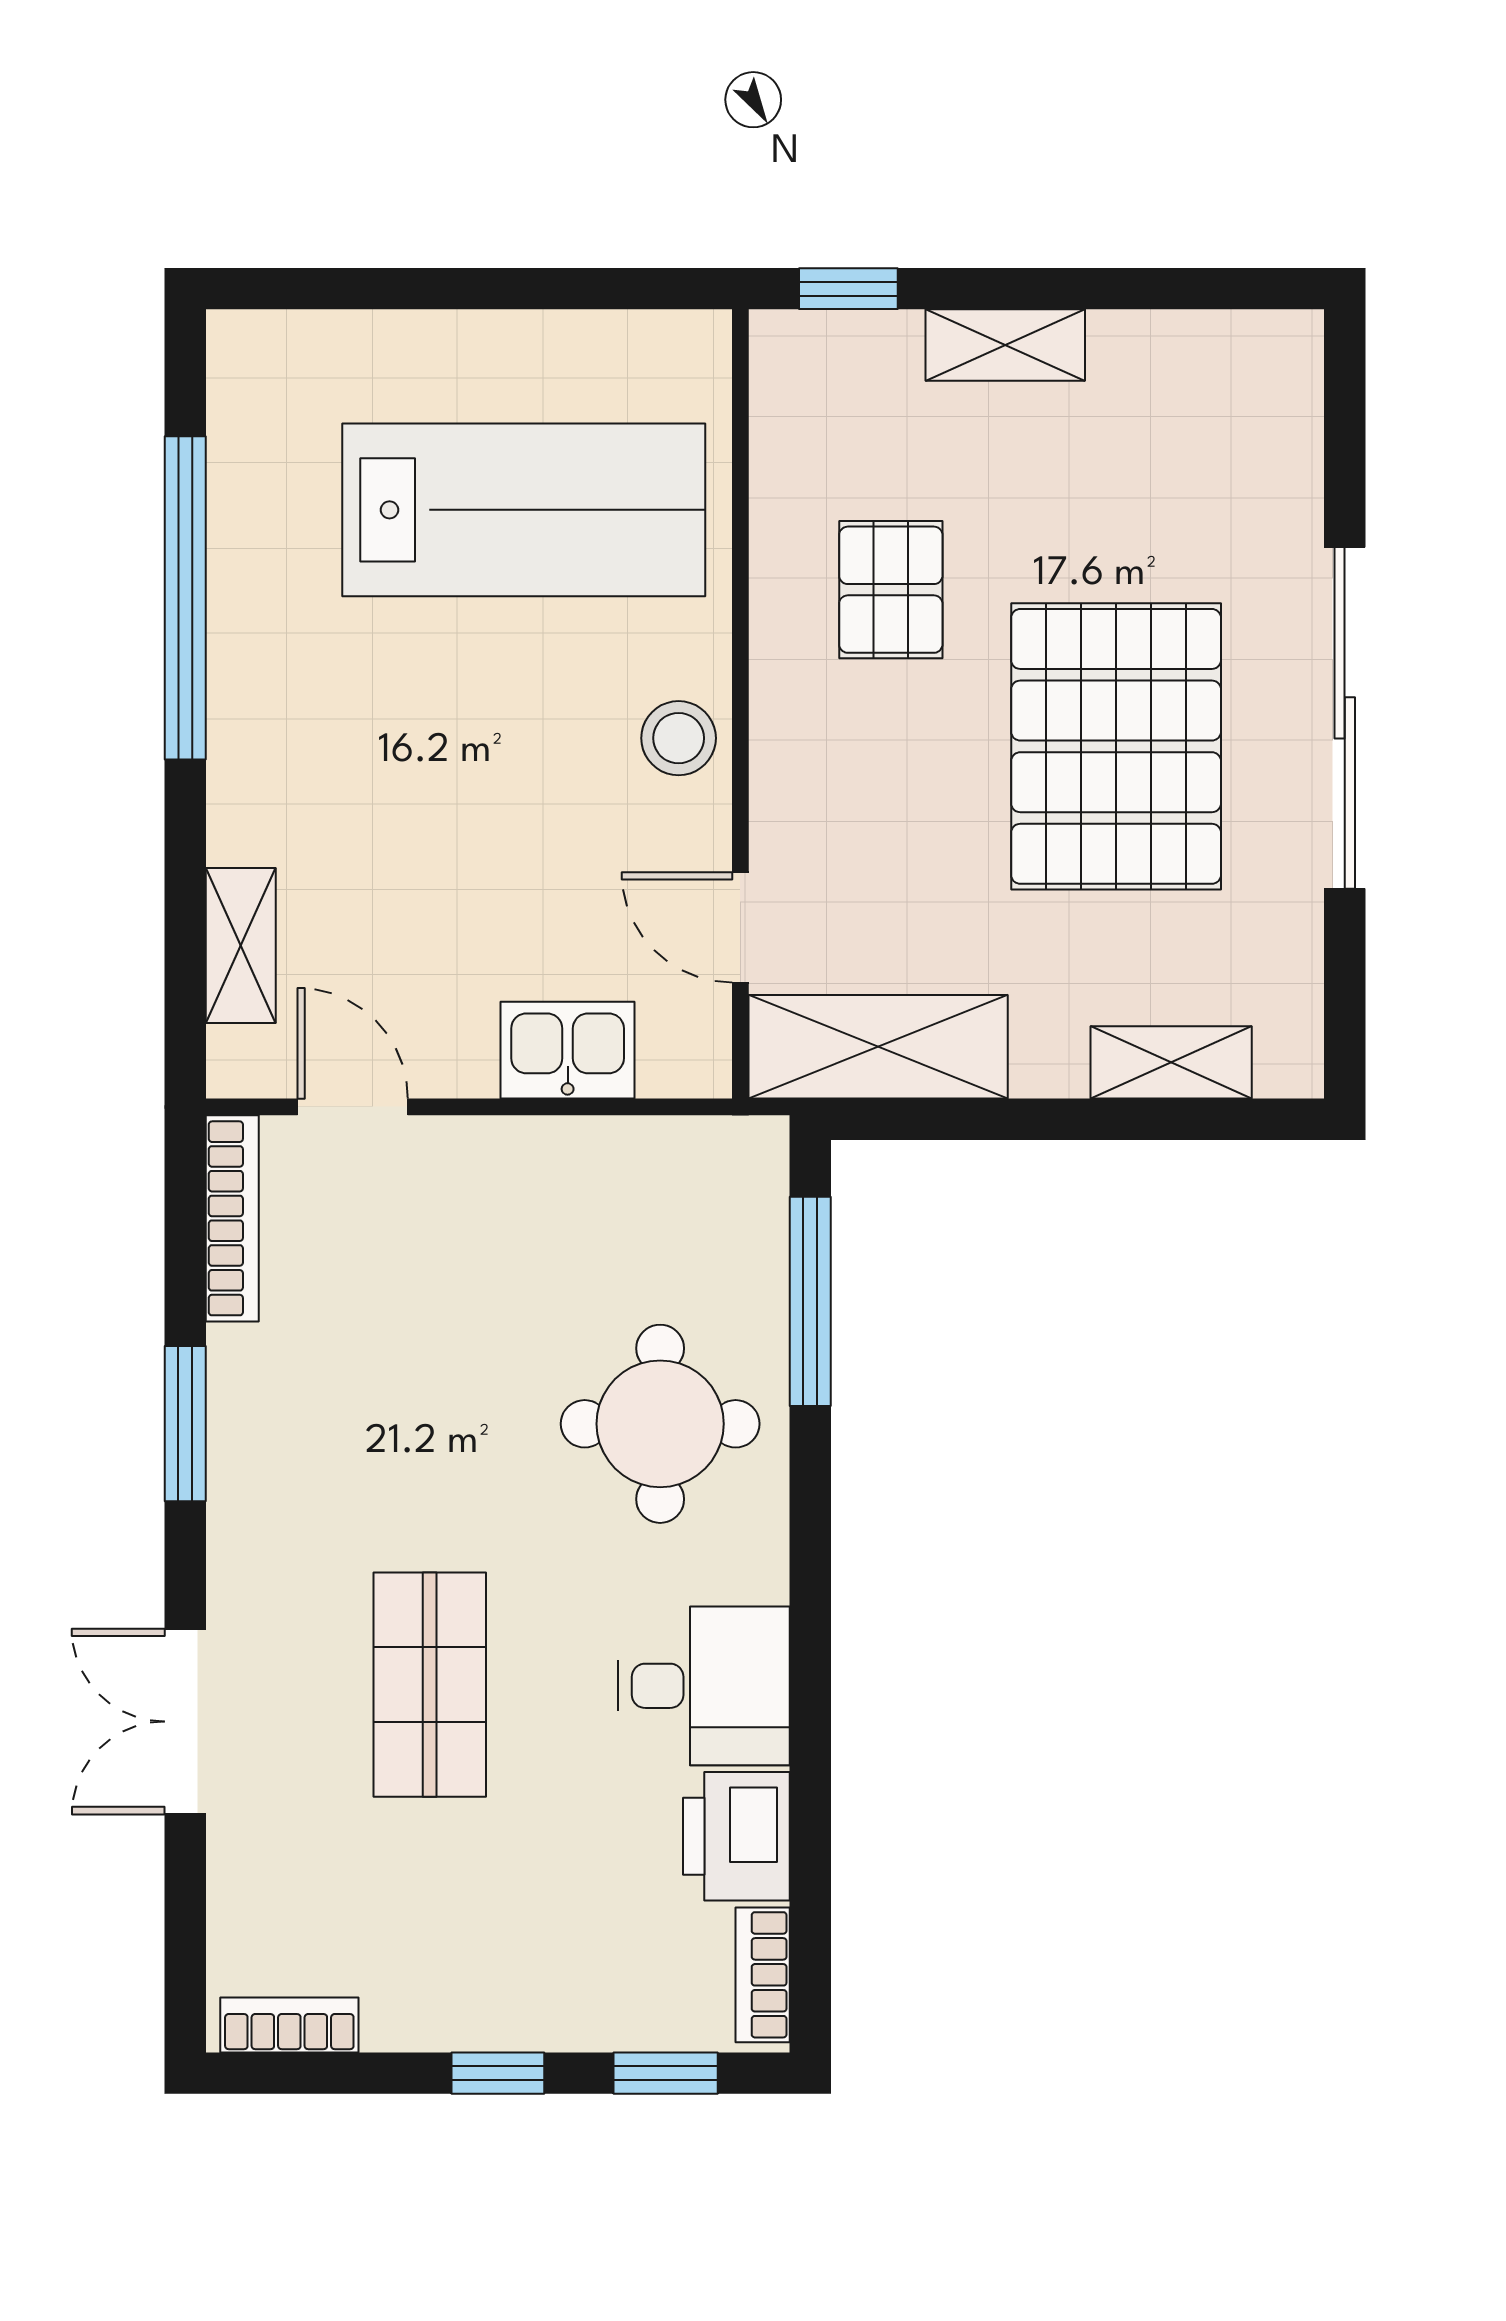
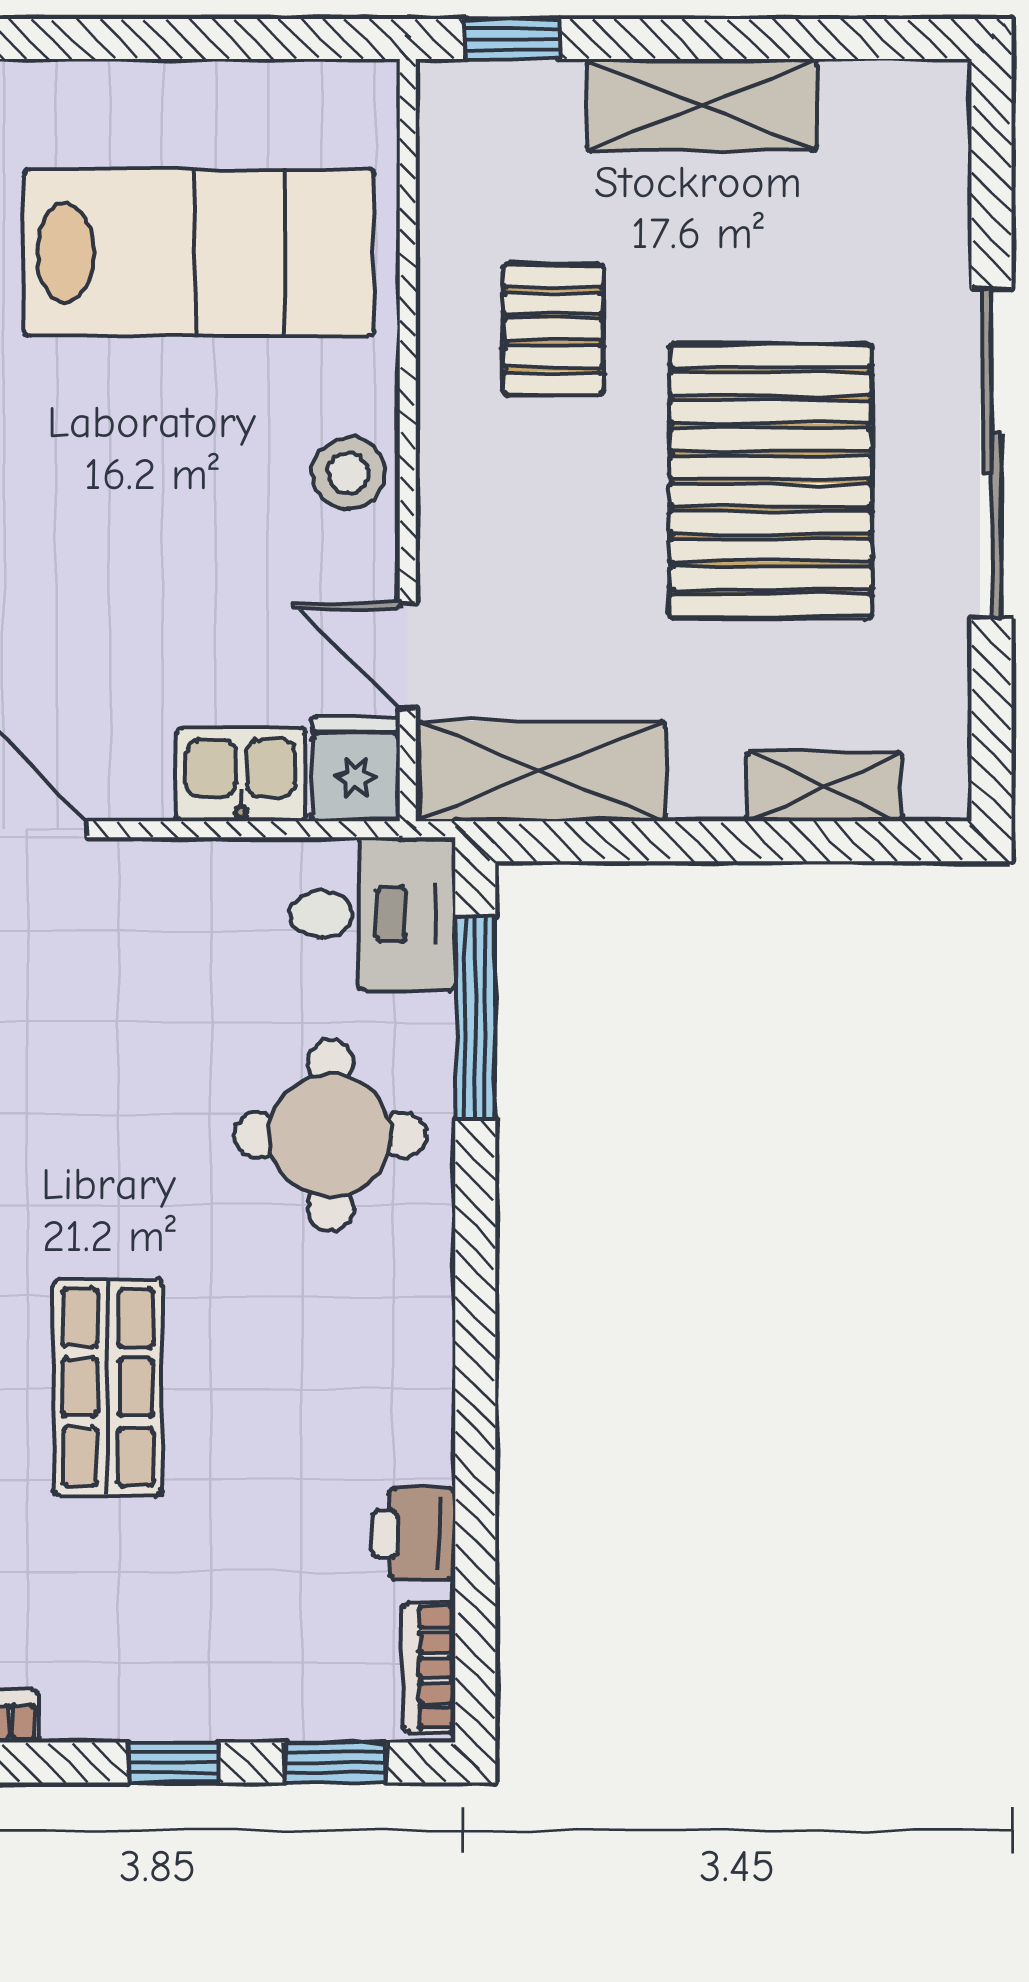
shelving: (1005, 345) -> (702, 105), width x1.50, depth x1.33
fridge: (687, 1044) -> (356, 769), added
desk: (704, 1686) -> (373, 914), moved
printer: (736, 1836) -> (414, 1534), width x0.73, depth x0.81

